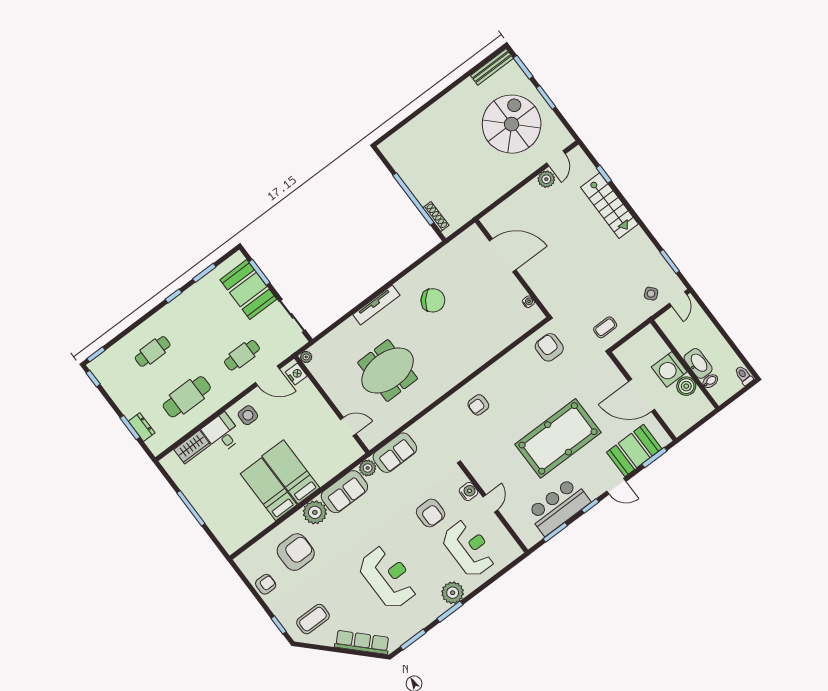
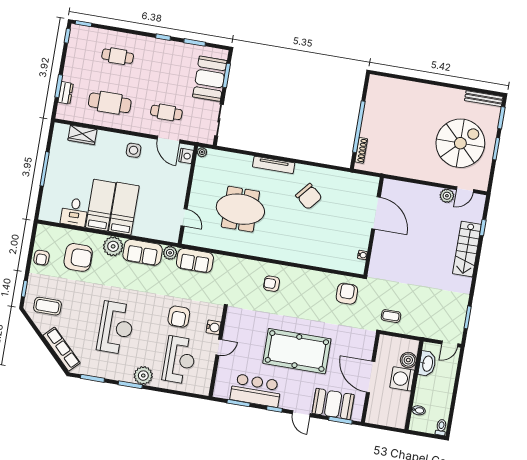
side table: (651, 294) -> (438, 324), removed
washbasin: (698, 363) -> (427, 364), moved
boiler: (686, 386) -> (408, 360), moved
desk: (222, 433) -> (74, 212), moved, turned 180
armchair: (266, 584) -> (42, 258), turned 90

